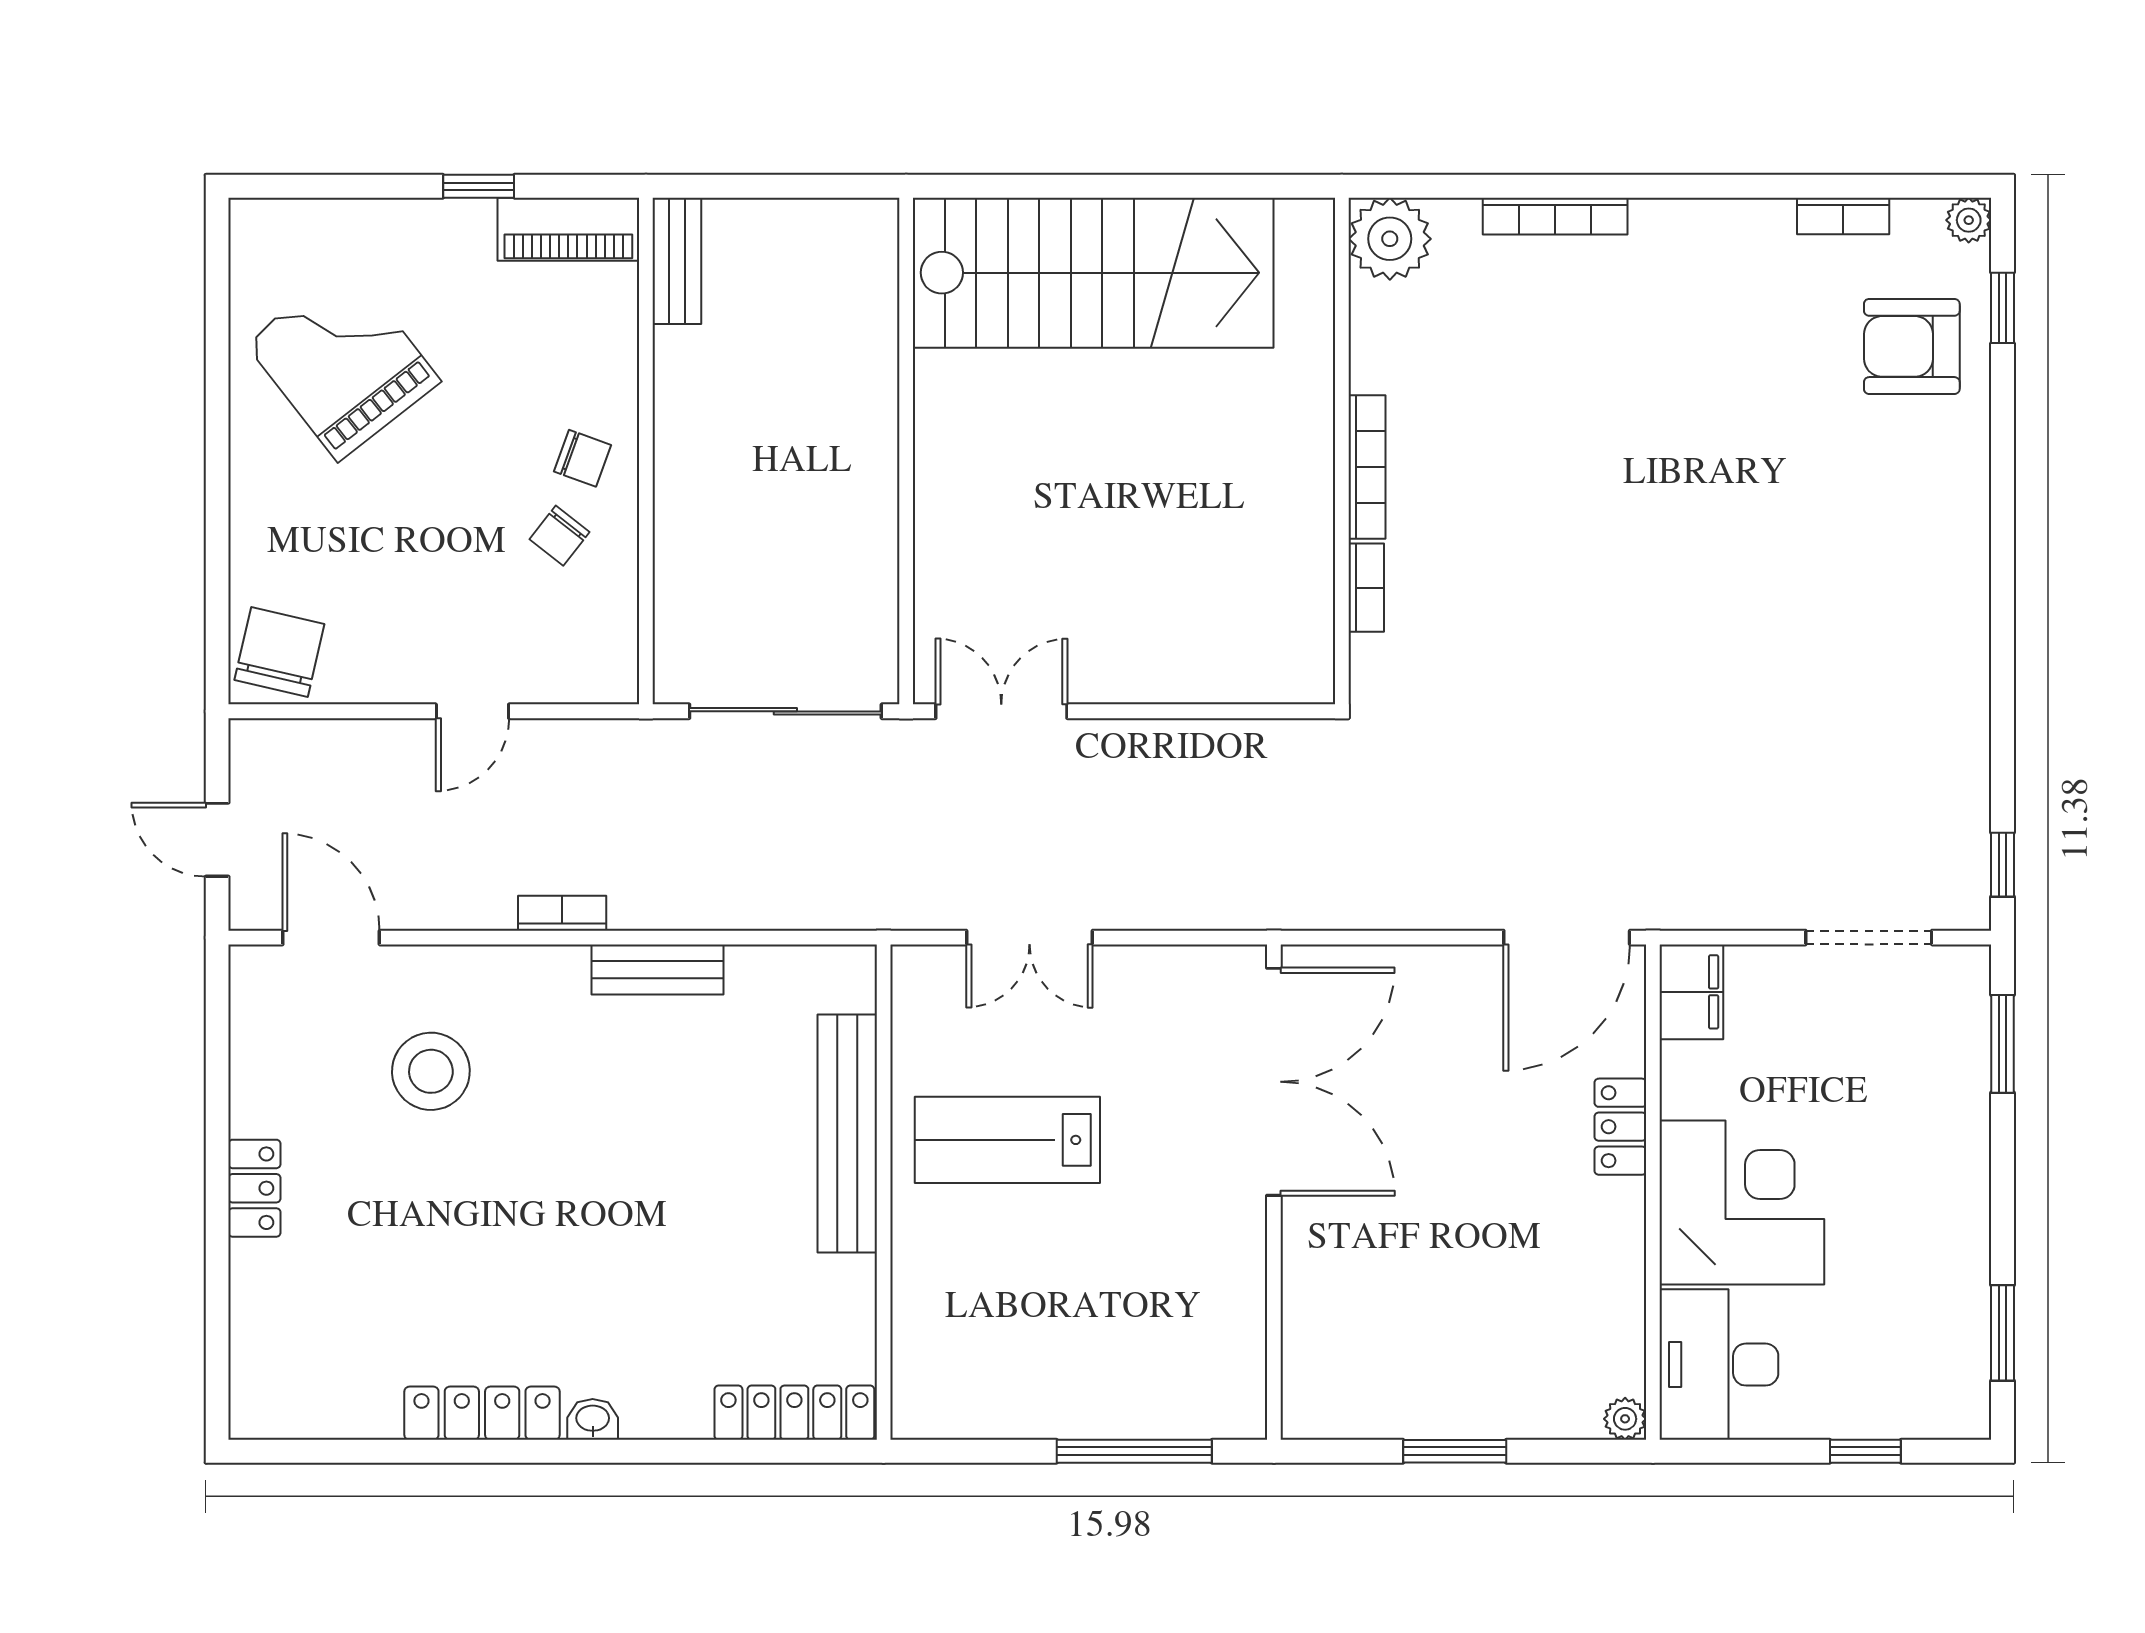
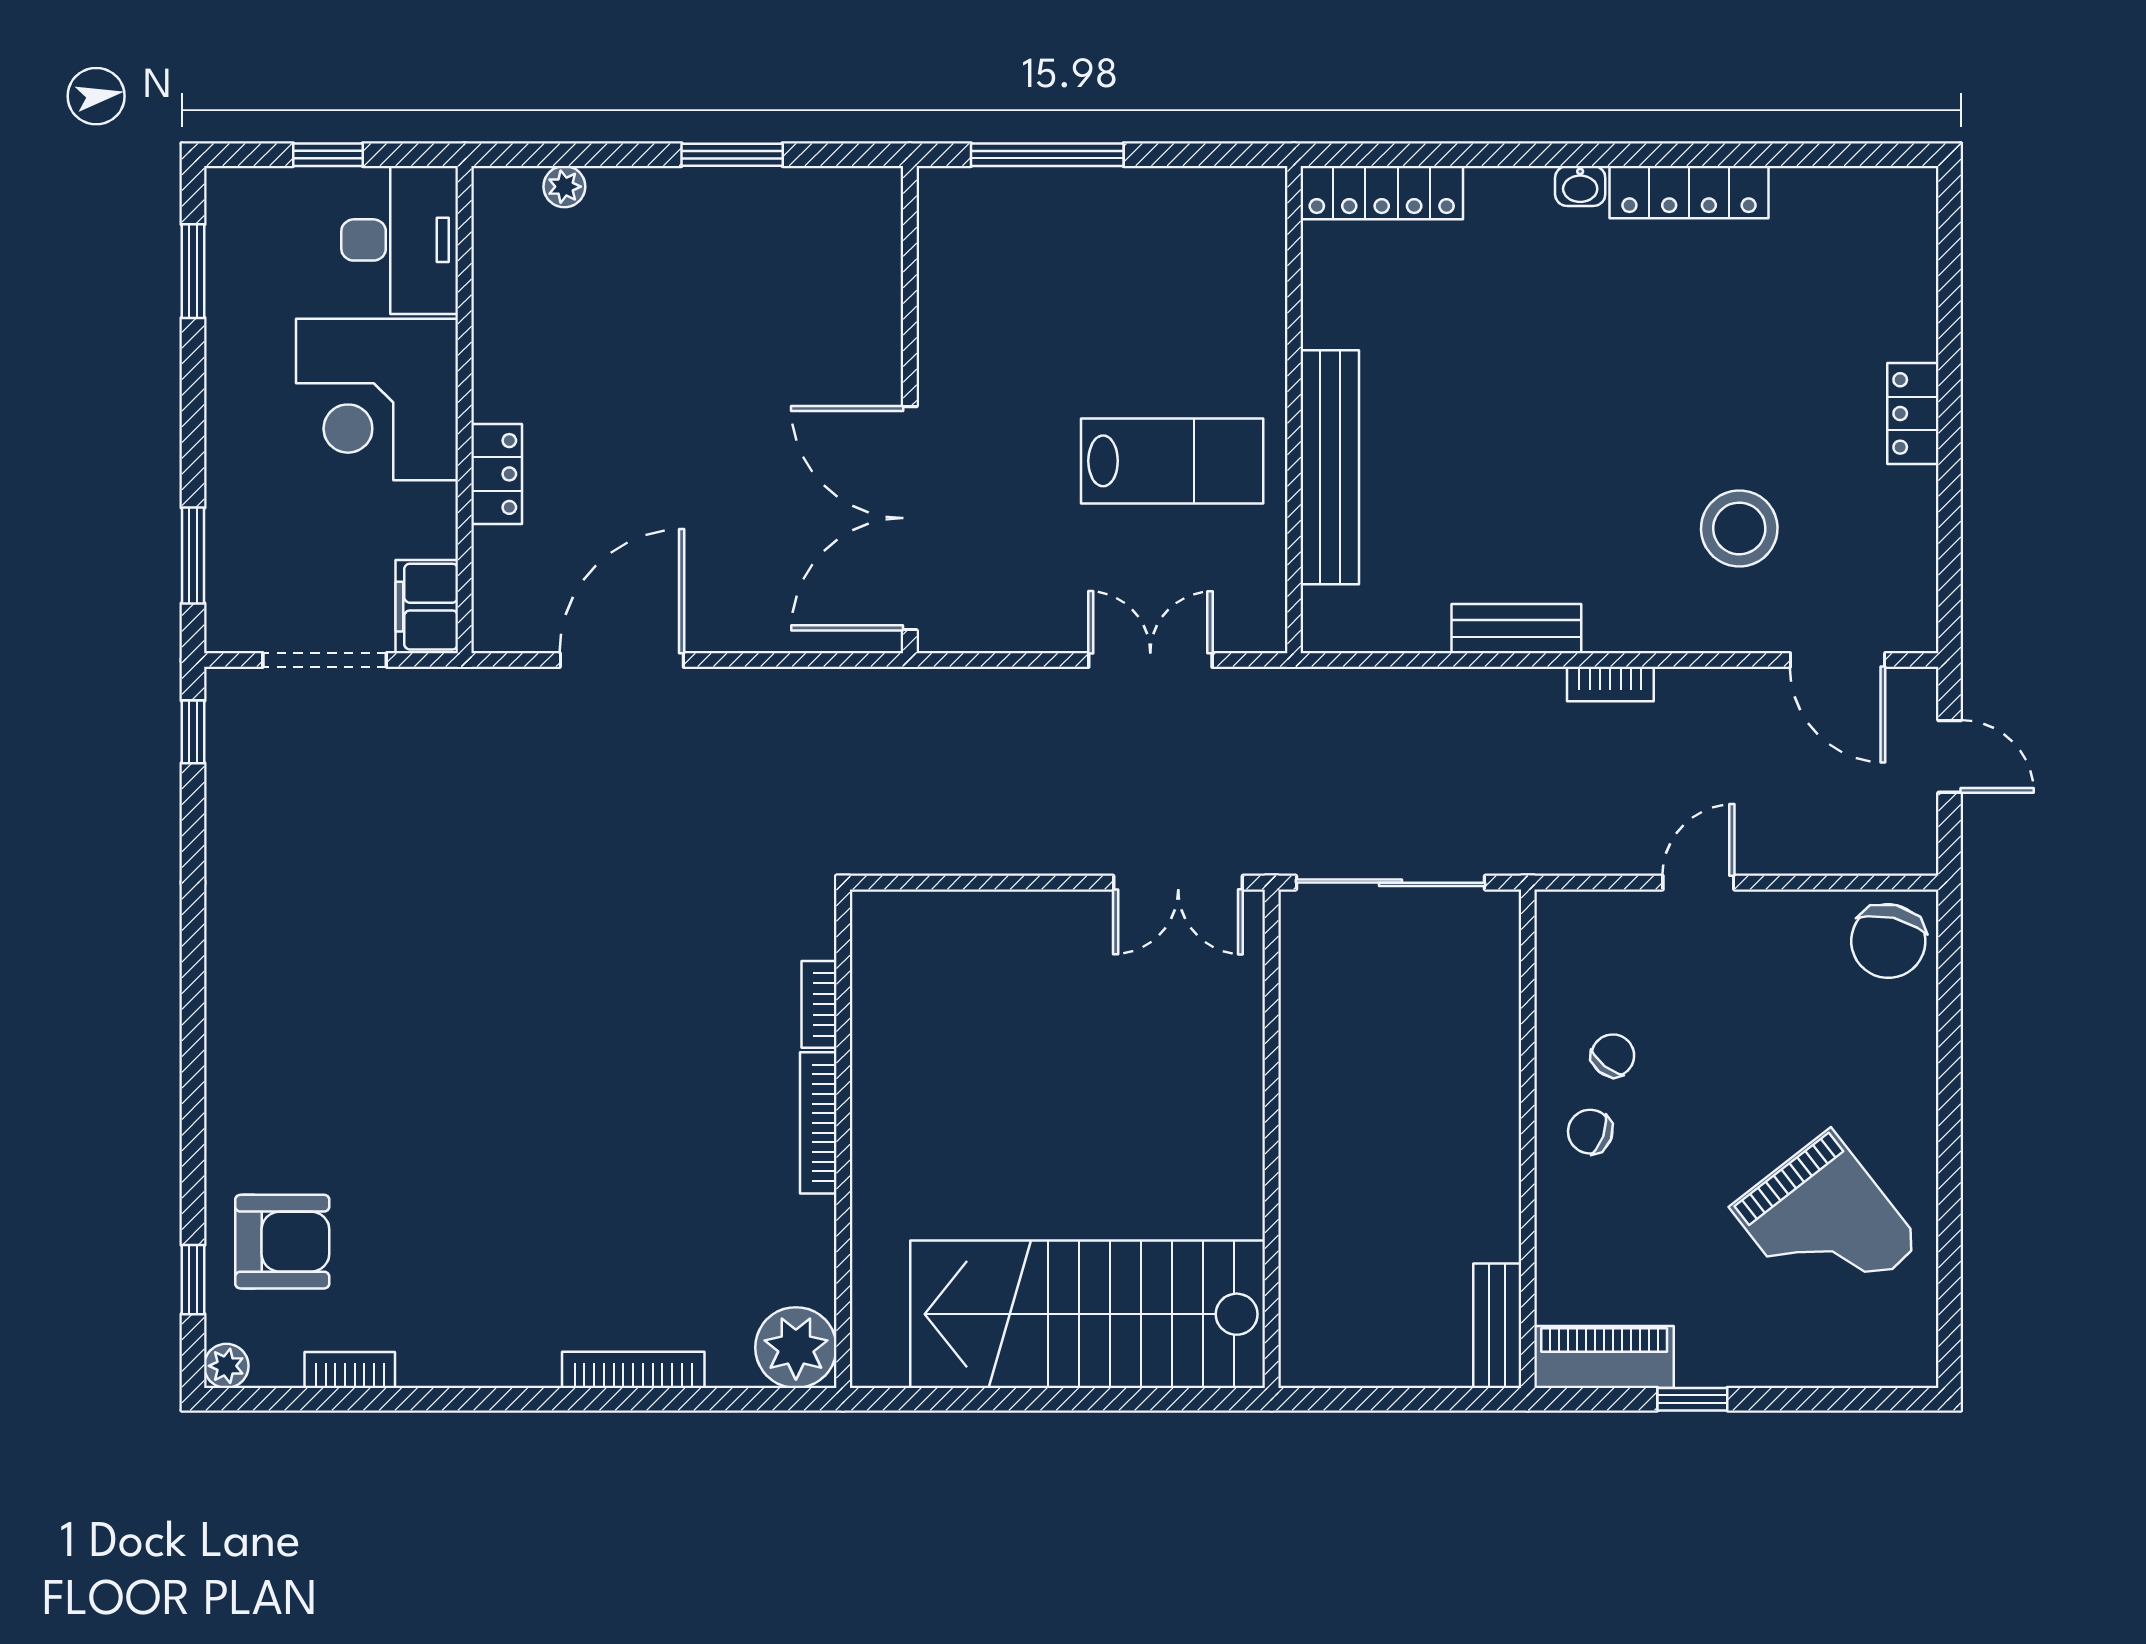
filing cabinet: (1691, 992) -> (427, 607), moved
locker: (1620, 1127) -> (497, 474), moved
wall: (1653, 1192) -> (465, 410), moved
corner desk: (1742, 1202) -> (377, 399), moved
desk: (1719, 1365) -> (400, 240), moved

